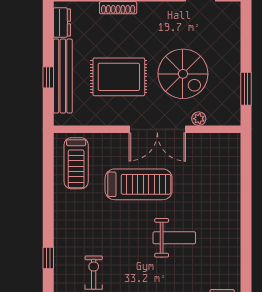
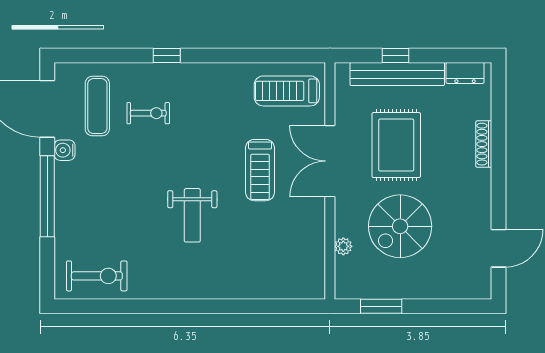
double door: (157, 129) -> (330, 161), moved
treadmill: (139, 184) -> (260, 170), width x0.73, depth x0.73

